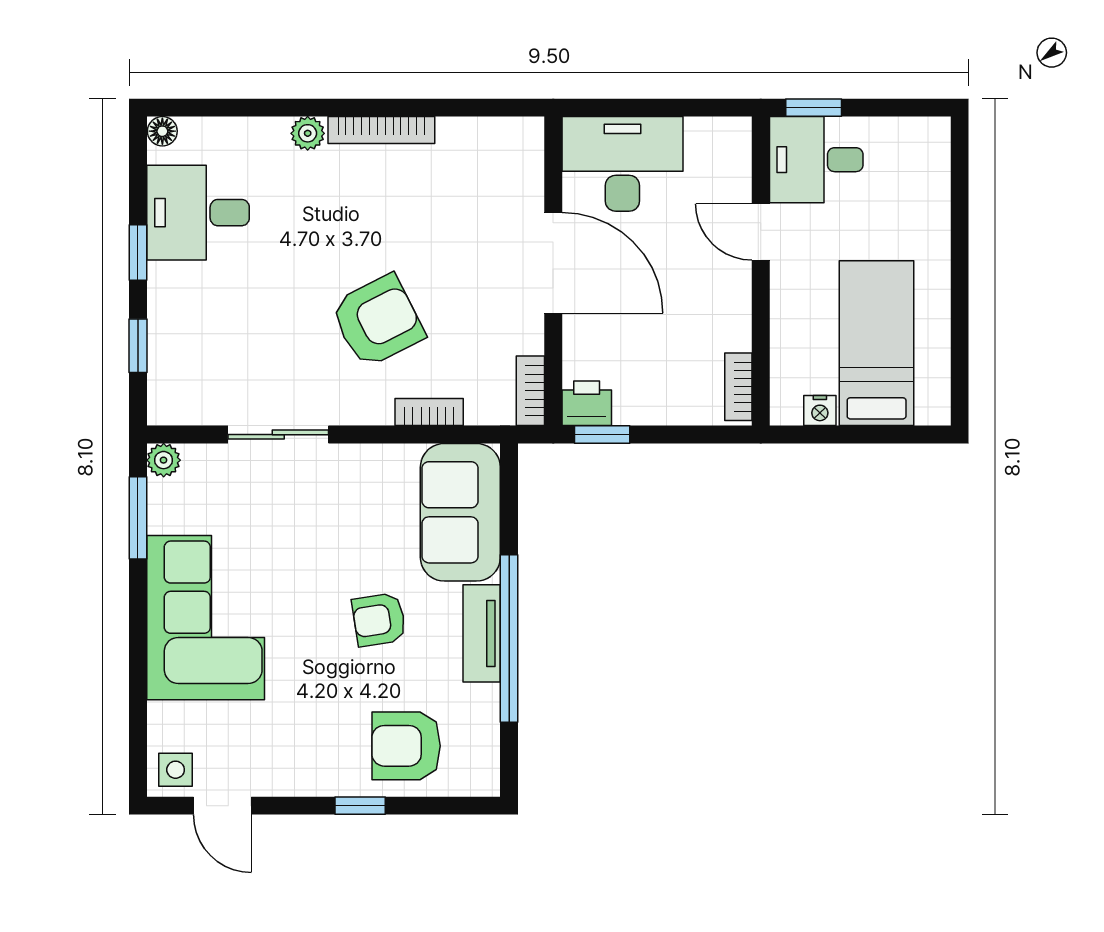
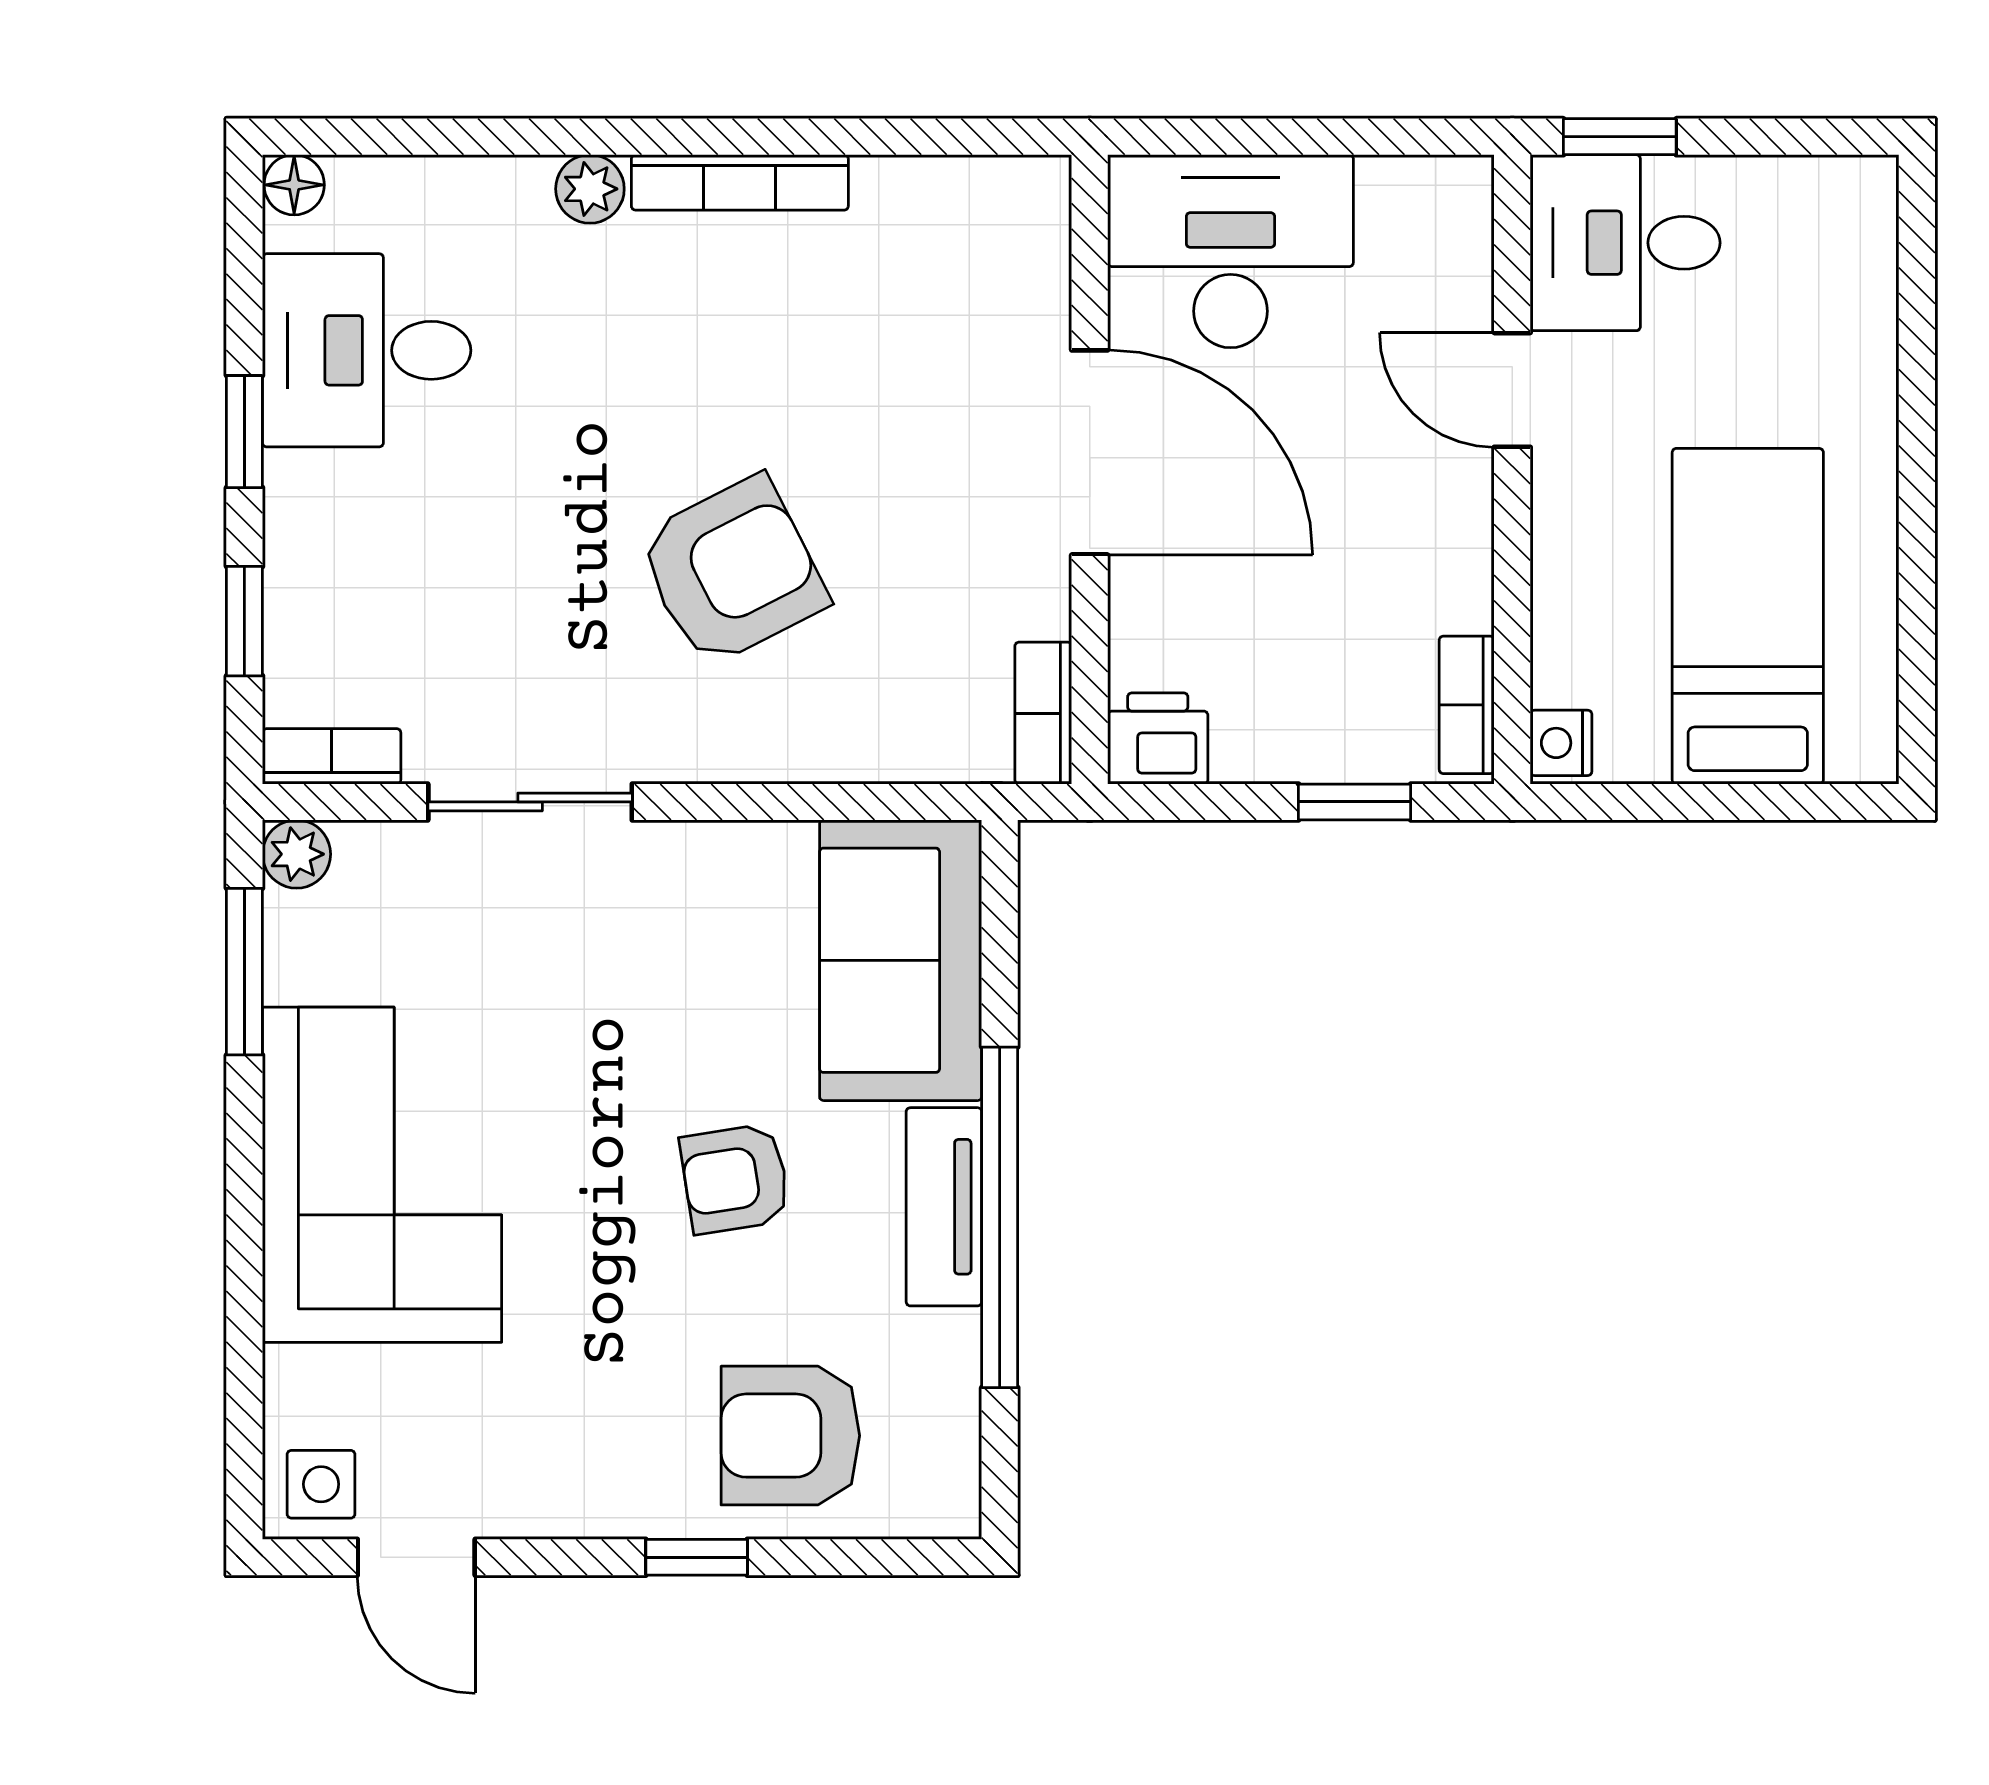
nightstand: (820, 411) -> (1561, 743), moved, turned 90
bookcase: (429, 412) -> (332, 756), moved
window: (602, 435) -> (1355, 802), moved

